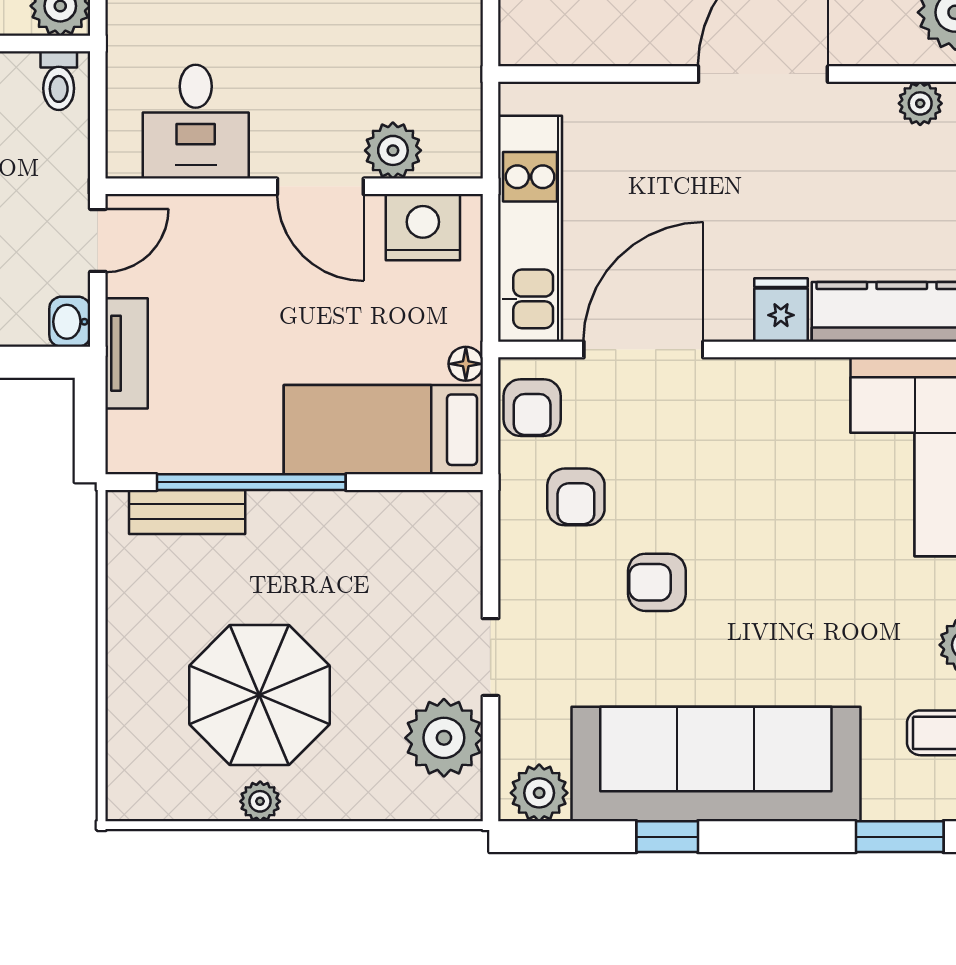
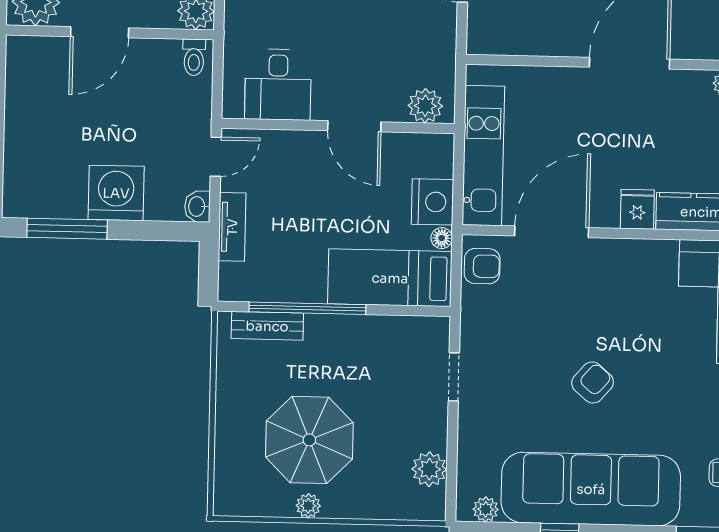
plant: (393, 150) -> (425, 106), moved
nightstand: (423, 227) -> (432, 202), moved, turned 90
armchair: (532, 408) -> (482, 266), turned -90
armchair: (576, 497) -> (508, 322), removed
armchair: (657, 582) -> (593, 382), moved, turned 131
doorway: (491, 657) -> (454, 377), moved
plant: (444, 738) -> (429, 469), width x0.73, depth x0.73
plant: (539, 793) -> (486, 509), width x0.73, depth x0.73

